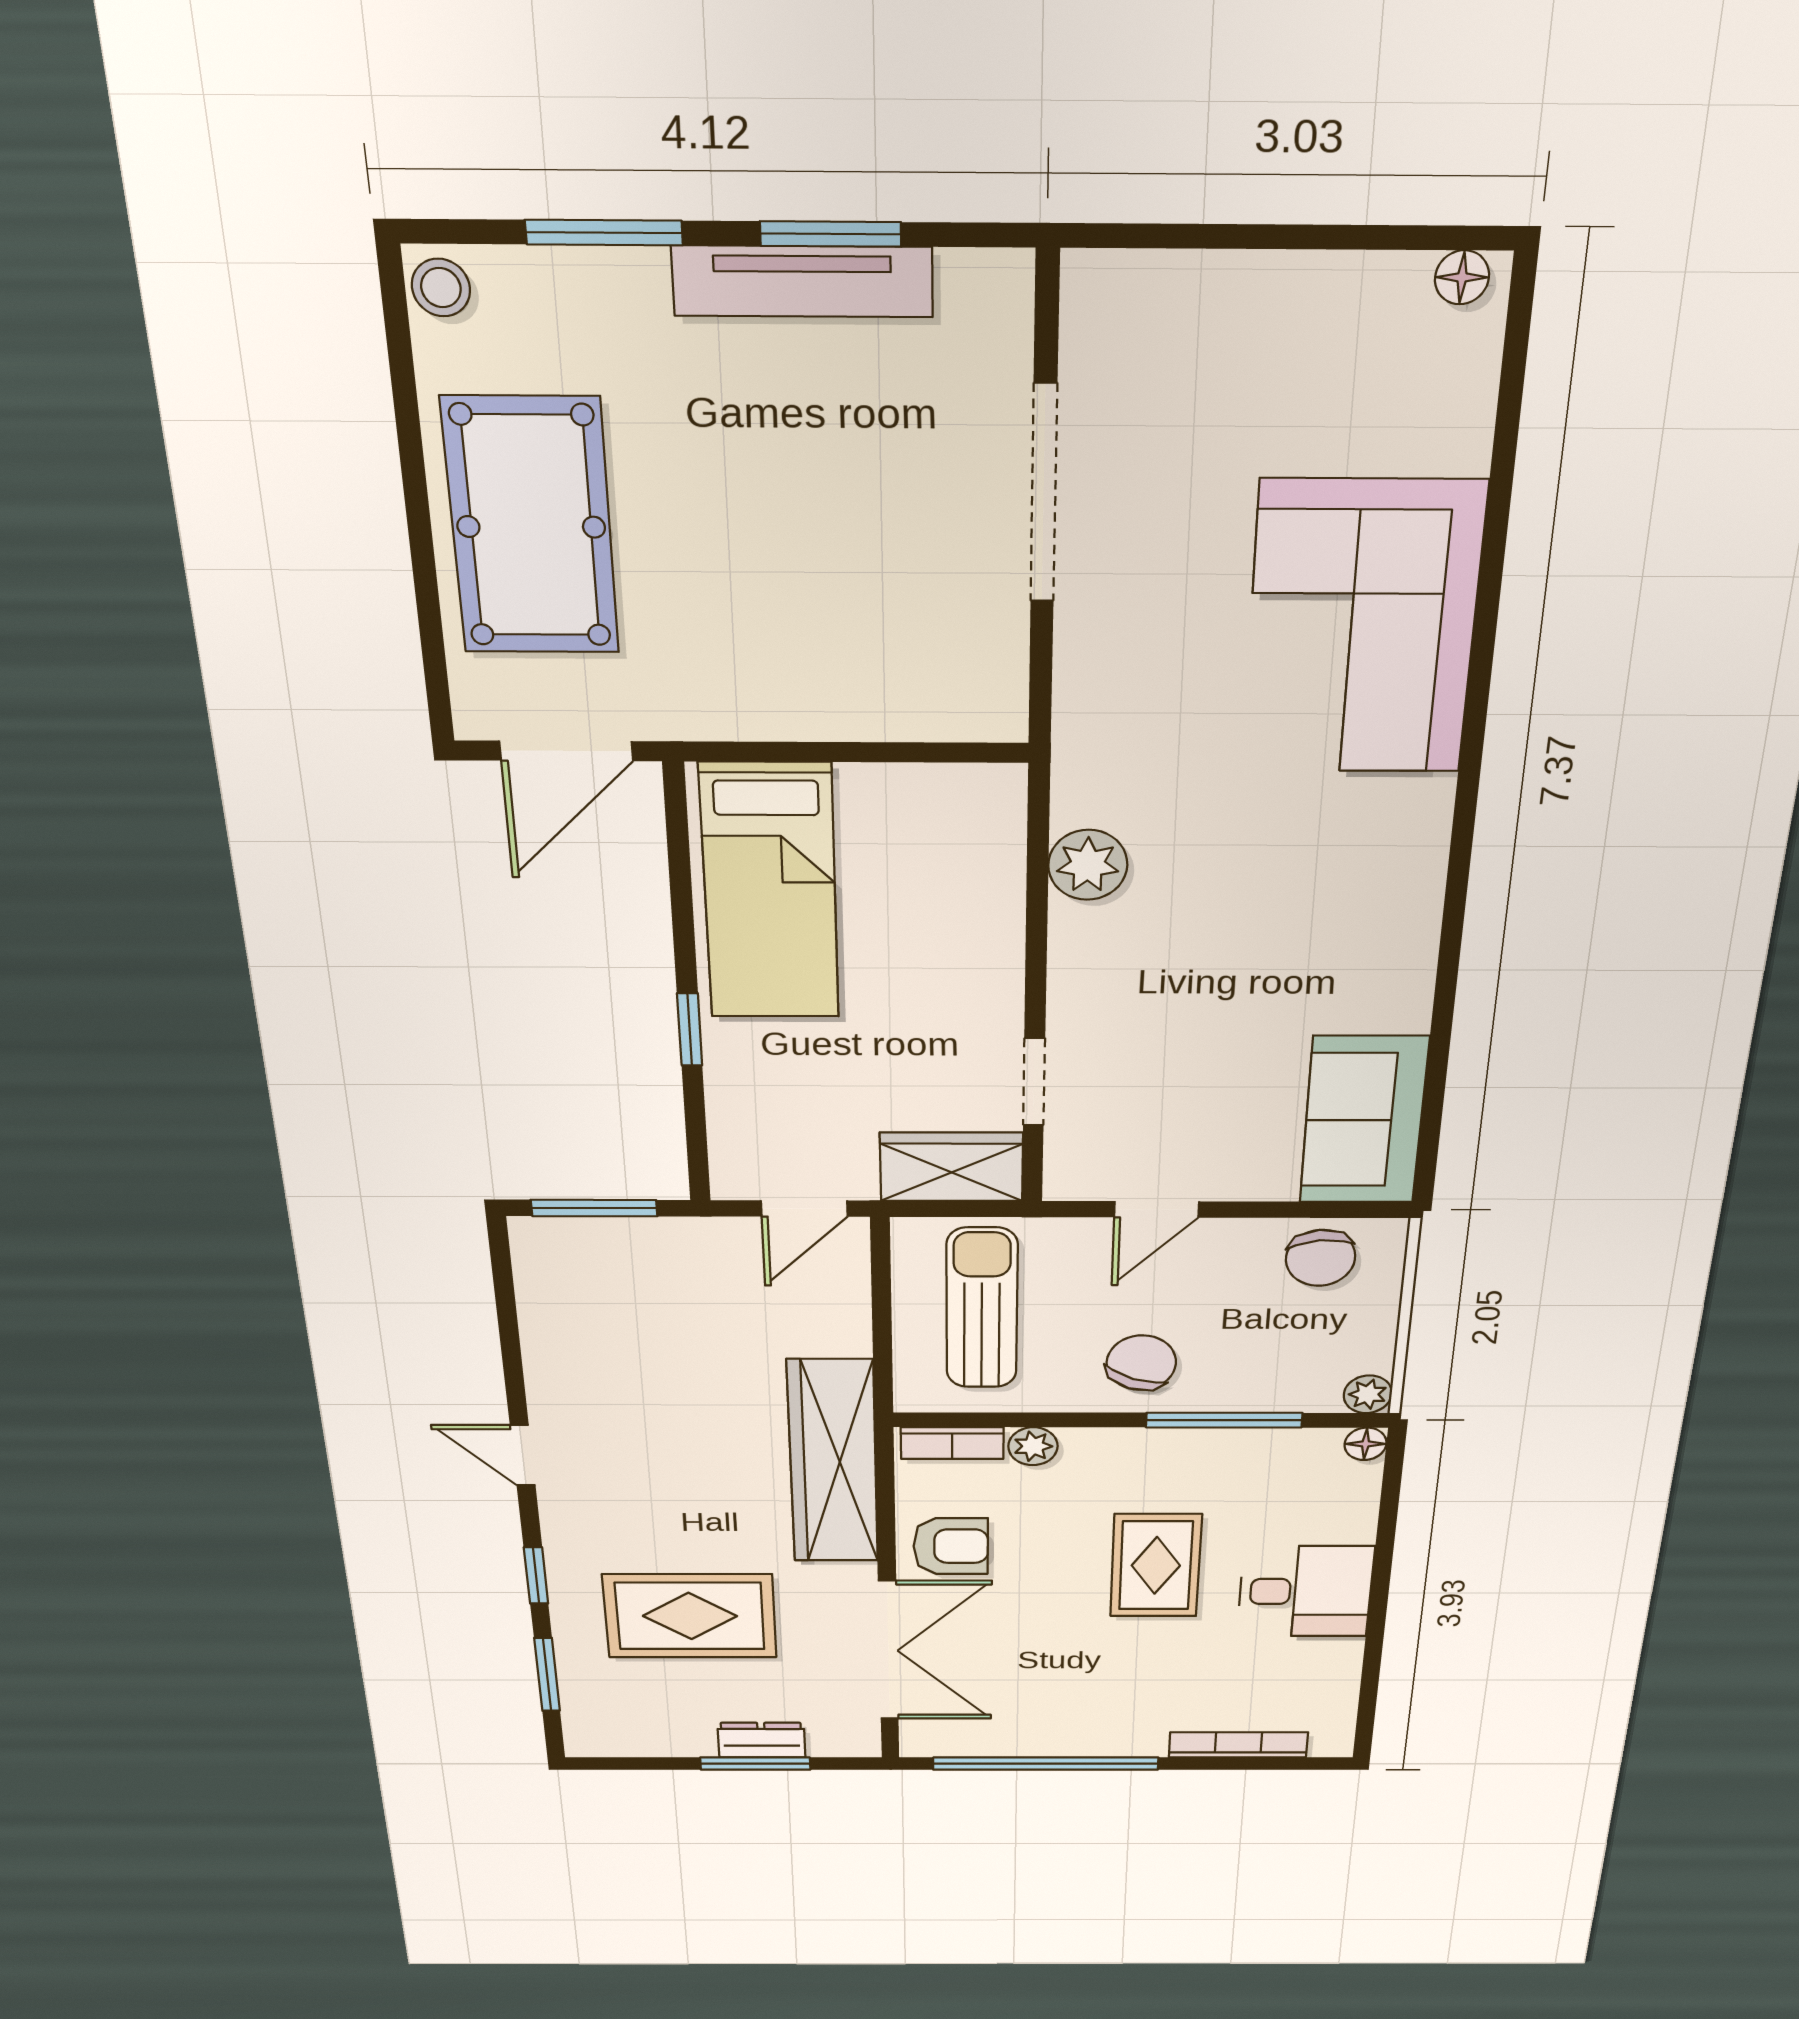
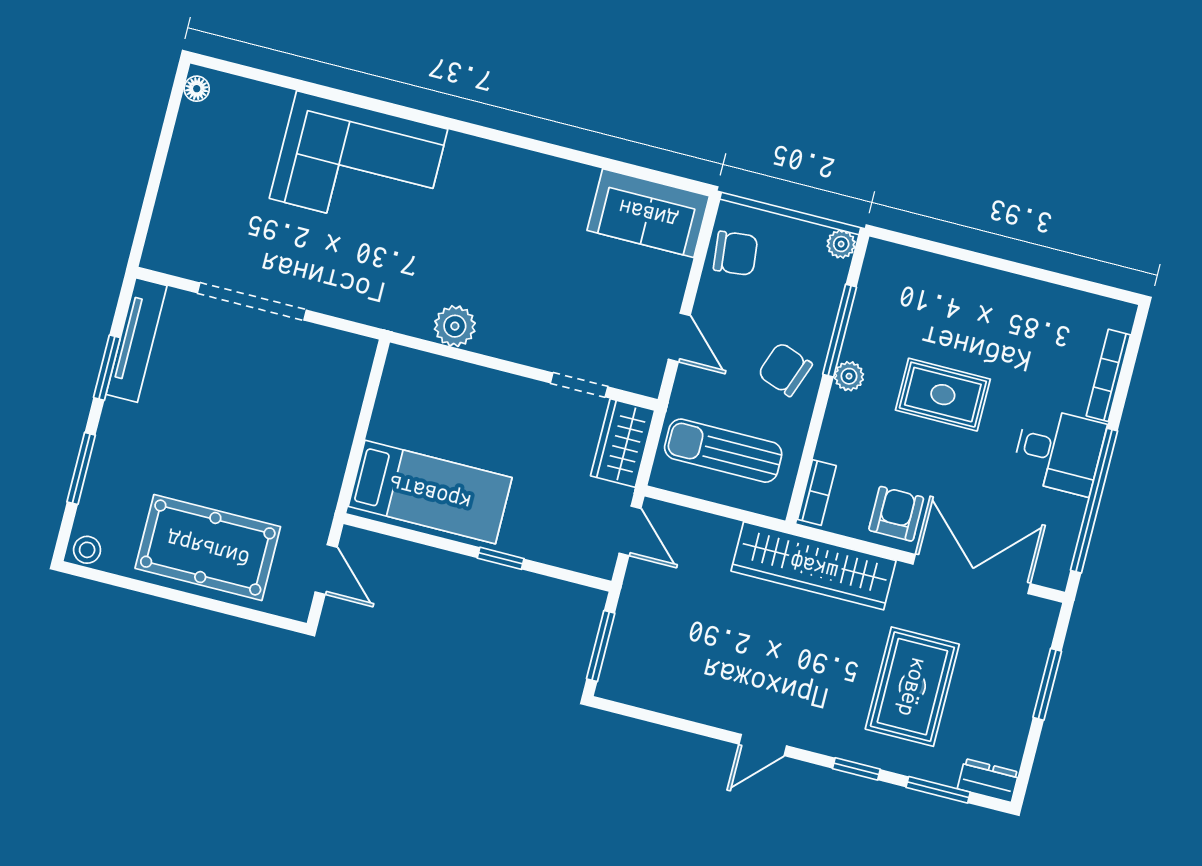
tv unit: (803, 281) -> (137, 340), moved
door: (566, 751) -> (326, 570), width x0.73
floor lamp: (1366, 1444) -> (878, 252), removed
plant: (1033, 1446) -> (849, 376), moved
desk: (1305, 1591) -> (1059, 451), moved, turned 90
dresser: (762, 1740) -> (988, 780), moved, turned 90

